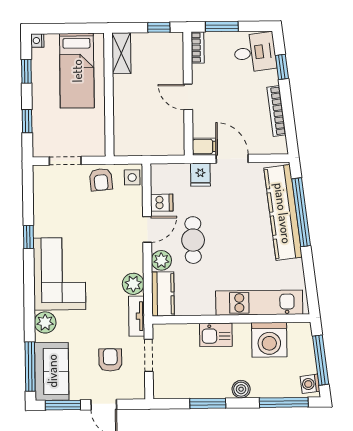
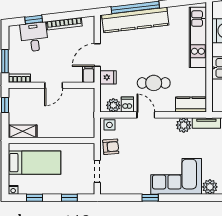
desk: (255, 52) -> (34, 37), moved
plant: (161, 260) -> (113, 105), moved

